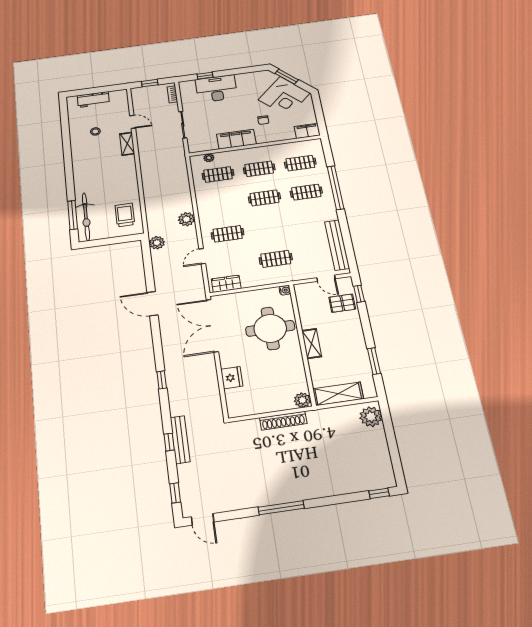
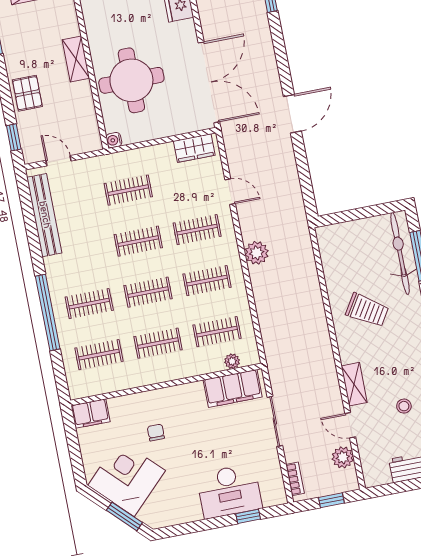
filing cabinet: (236, 139) -> (233, 388), moved
clothes rail: (223, 204) -> (207, 281), added
trolley: (125, 215) -> (367, 310), moved, turned -58
clothes rail: (270, 228) -> (138, 241), added
plant: (157, 243) -> (343, 457), moved
door: (202, 256) -> (230, 192), hinge flipped
pallet: (342, 303) -> (27, 93), moved, turned 90
door: (153, 304) -> (292, 114), hinge flipped

